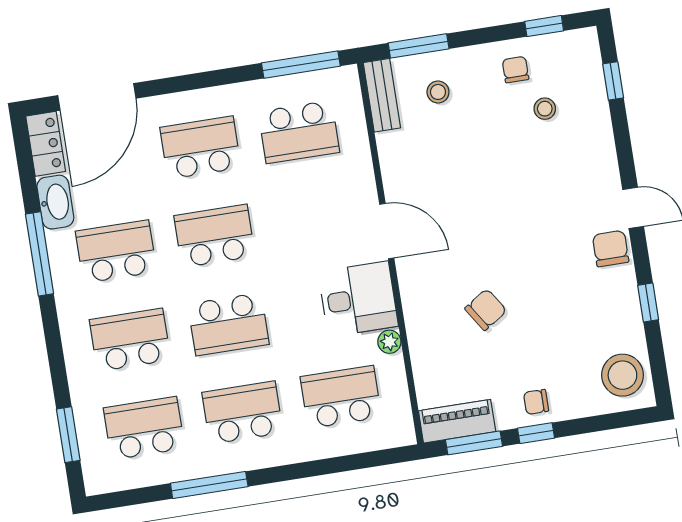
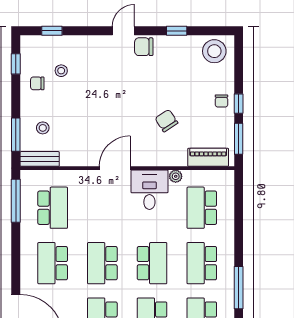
piano: (457, 421) -> (208, 157), moved, turned 90

